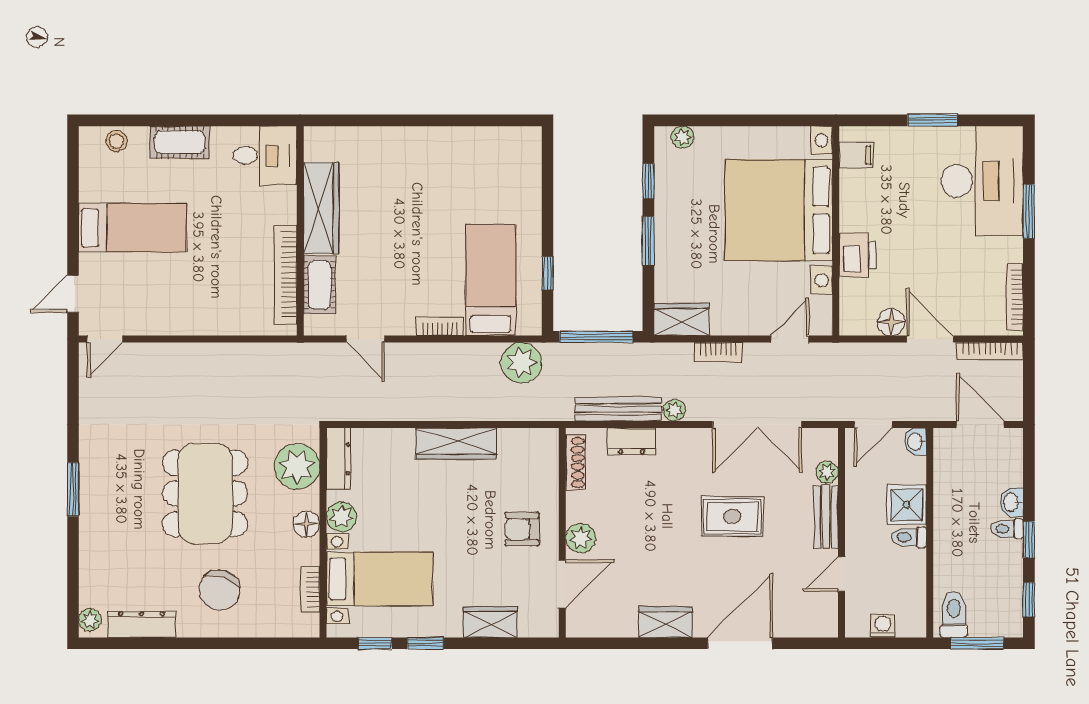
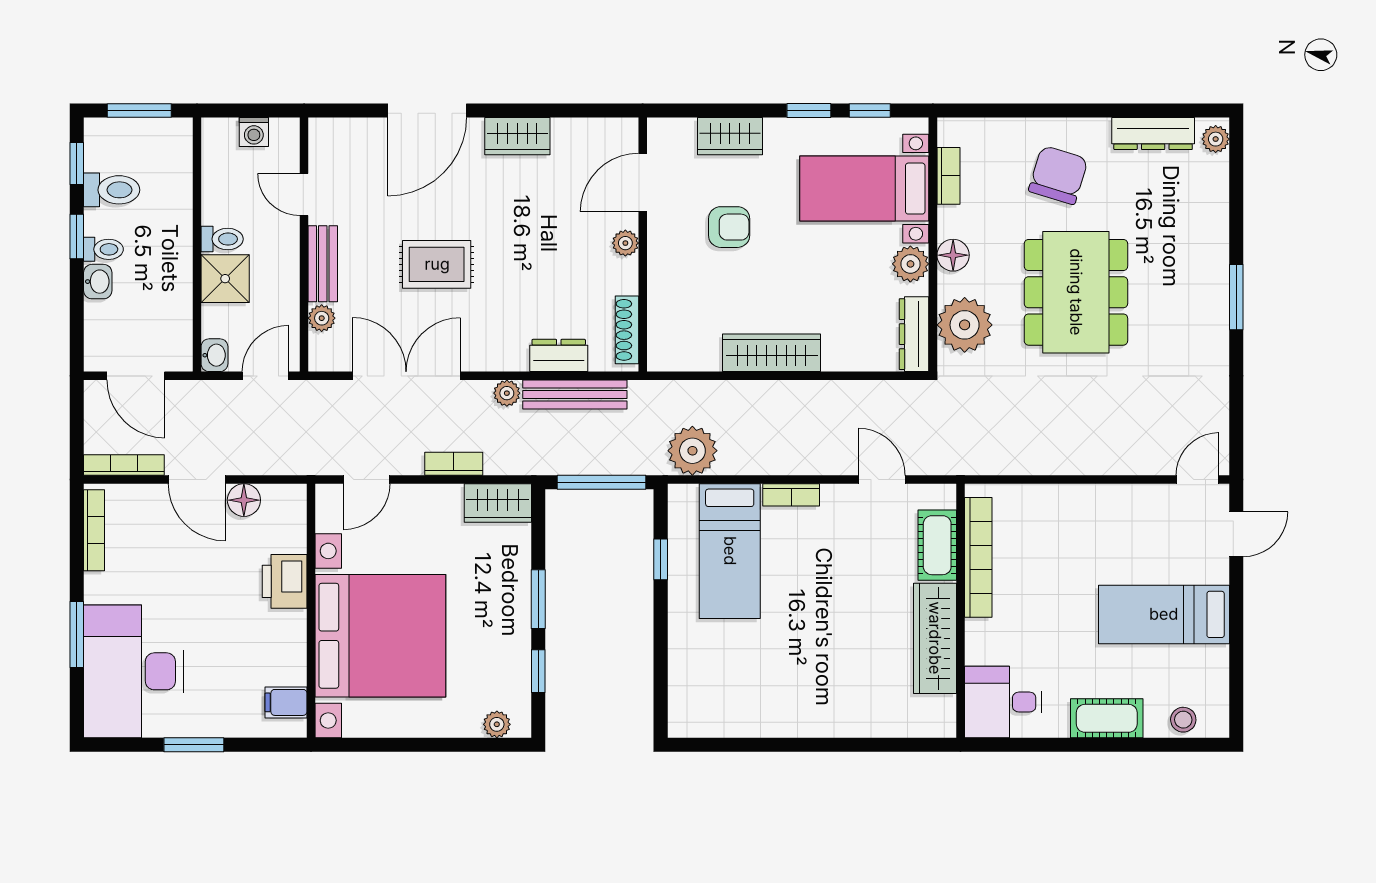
armchair: (522, 529) -> (729, 227), moved
plant: (581, 538) -> (625, 243), width x0.73, depth x0.73
door: (841, 574) -> (304, 195), swing flipped
toilet: (954, 615) -> (112, 190), moved, turned -90

